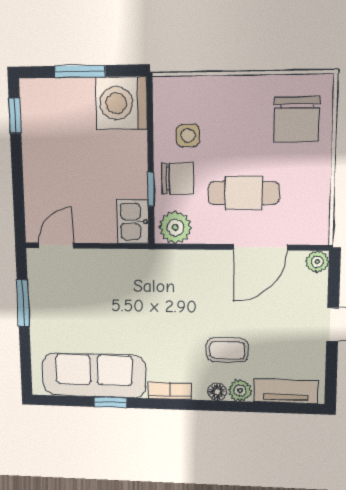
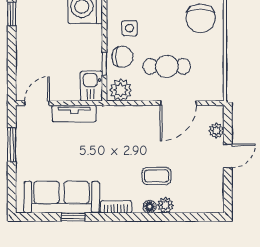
plant: (317, 262) -> (216, 131), moved
tv unit: (286, 391) -> (74, 113), moved, turned 180

